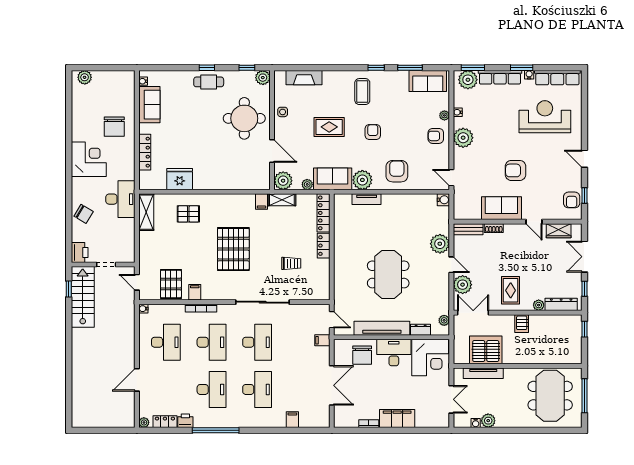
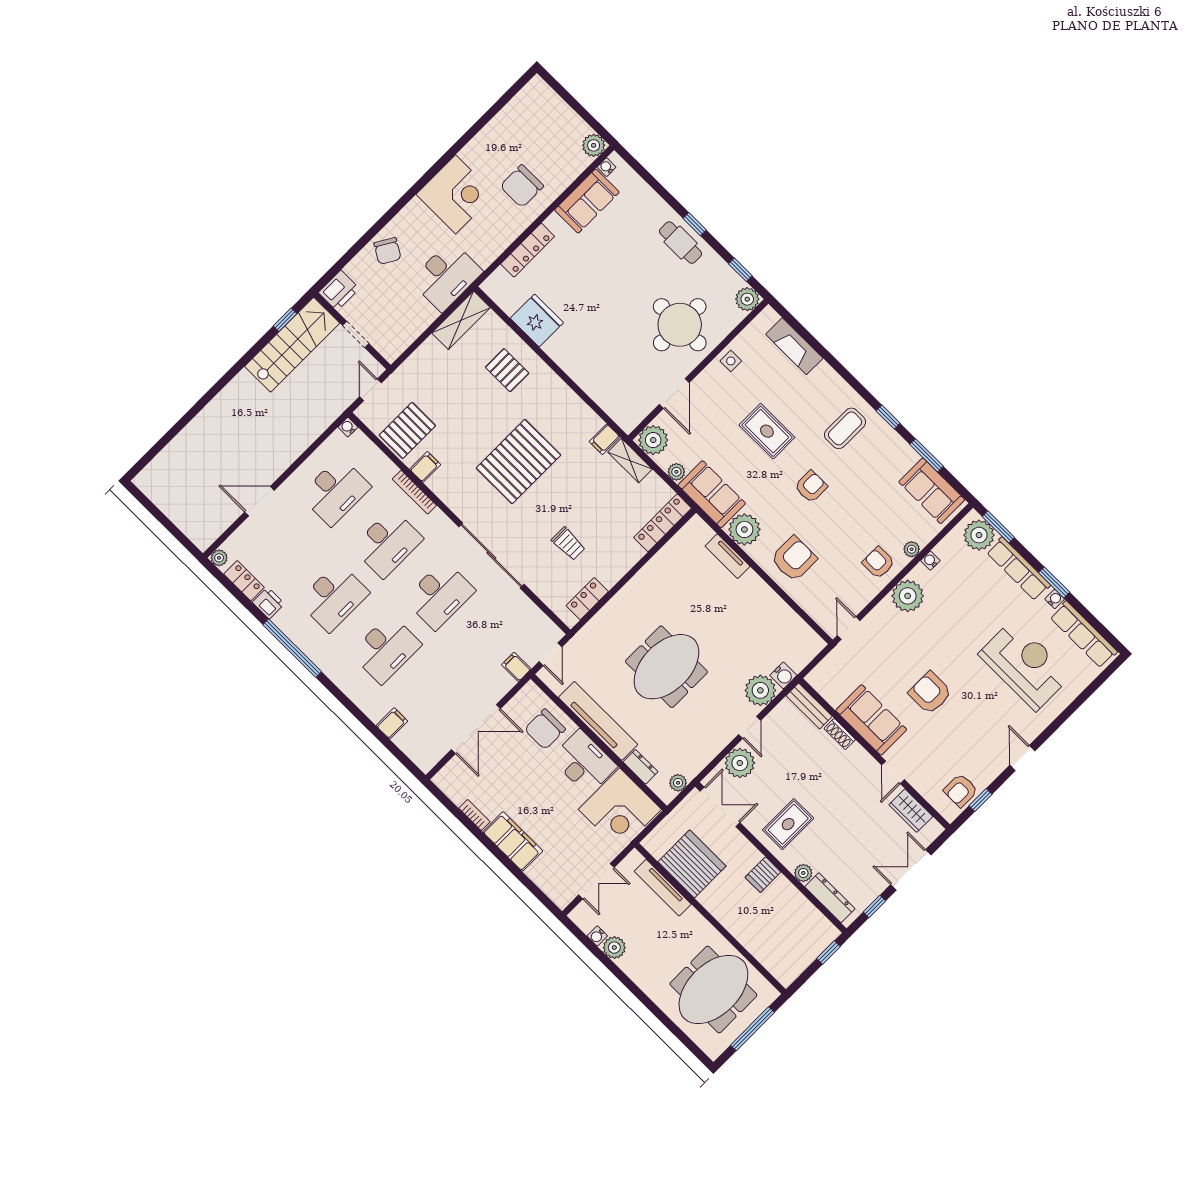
plant: (85, 77) -> (594, 145), moved
water cooler: (443, 200) -> (783, 675), moved
locker: (324, 246) -> (587, 599), moved

